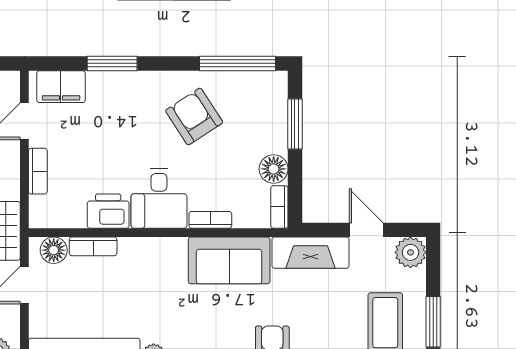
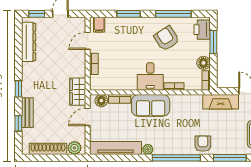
window: (238, 63) -> (173, 14), moved
filing cabinet: (61, 87) -> (99, 25), width x0.50
printer: (108, 211) -> (202, 30), moved, turned -90
sofa: (229, 260) -> (151, 105), moved

